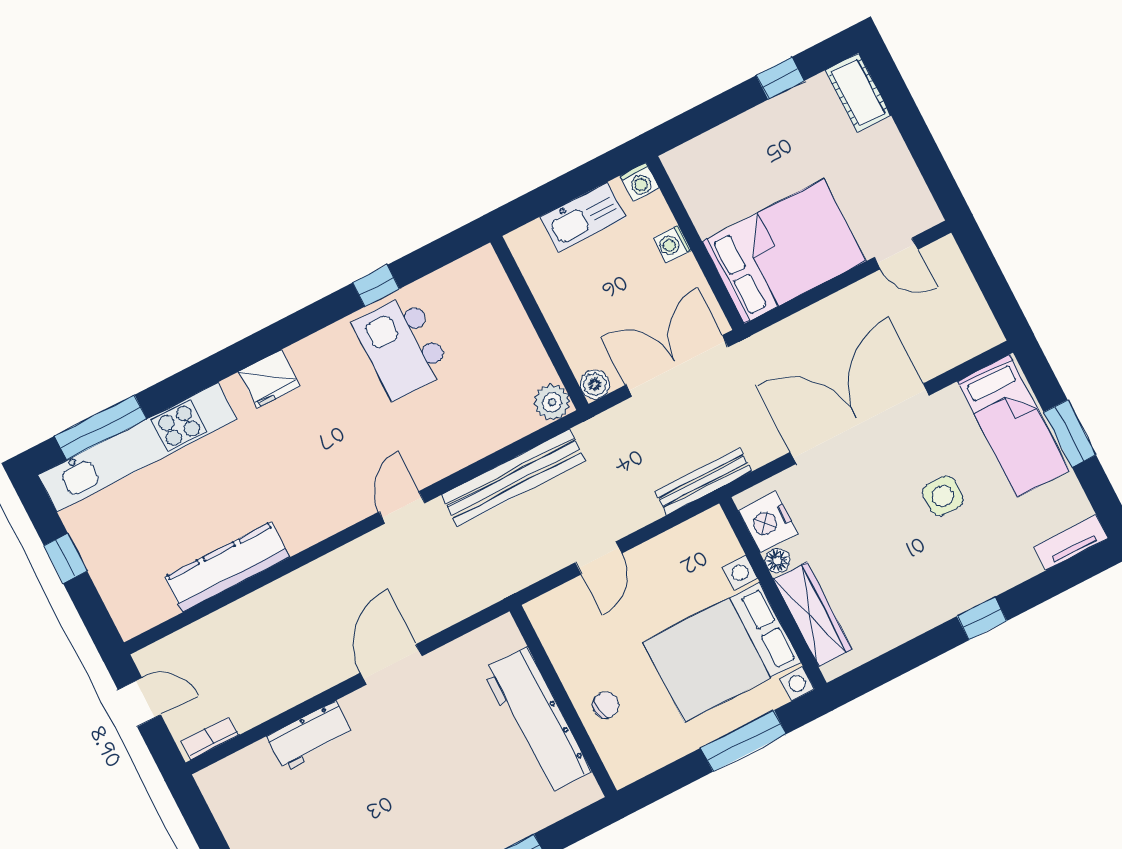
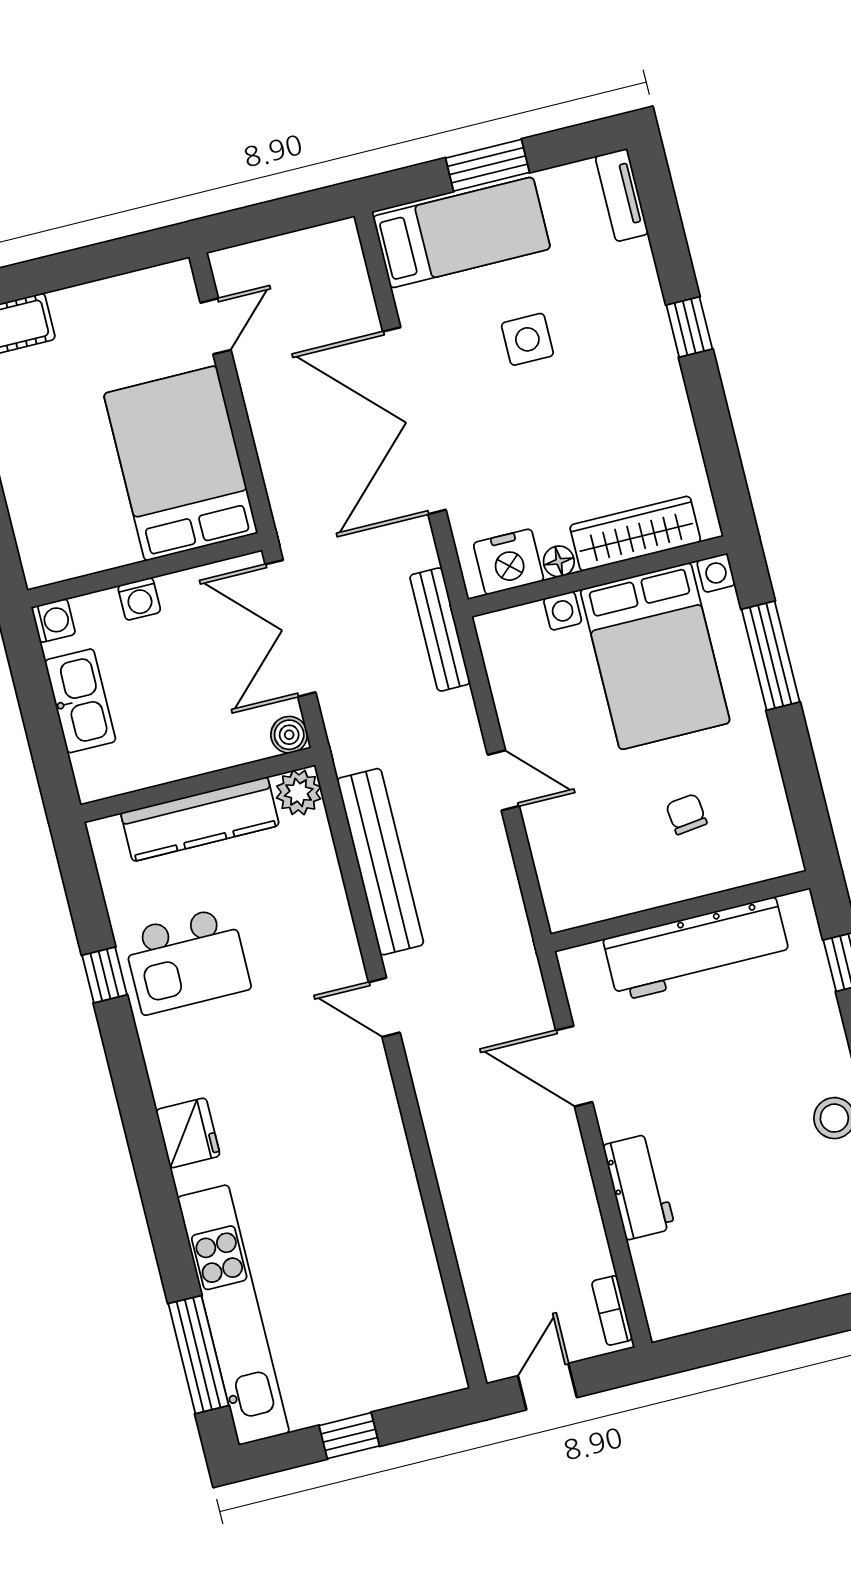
kitchen counter: (227, 567) -> (200, 819), moved, turned -90
wall: (563, 701) -> (680, 911), moved
workbench: (537, 721) -> (697, 949), moved

